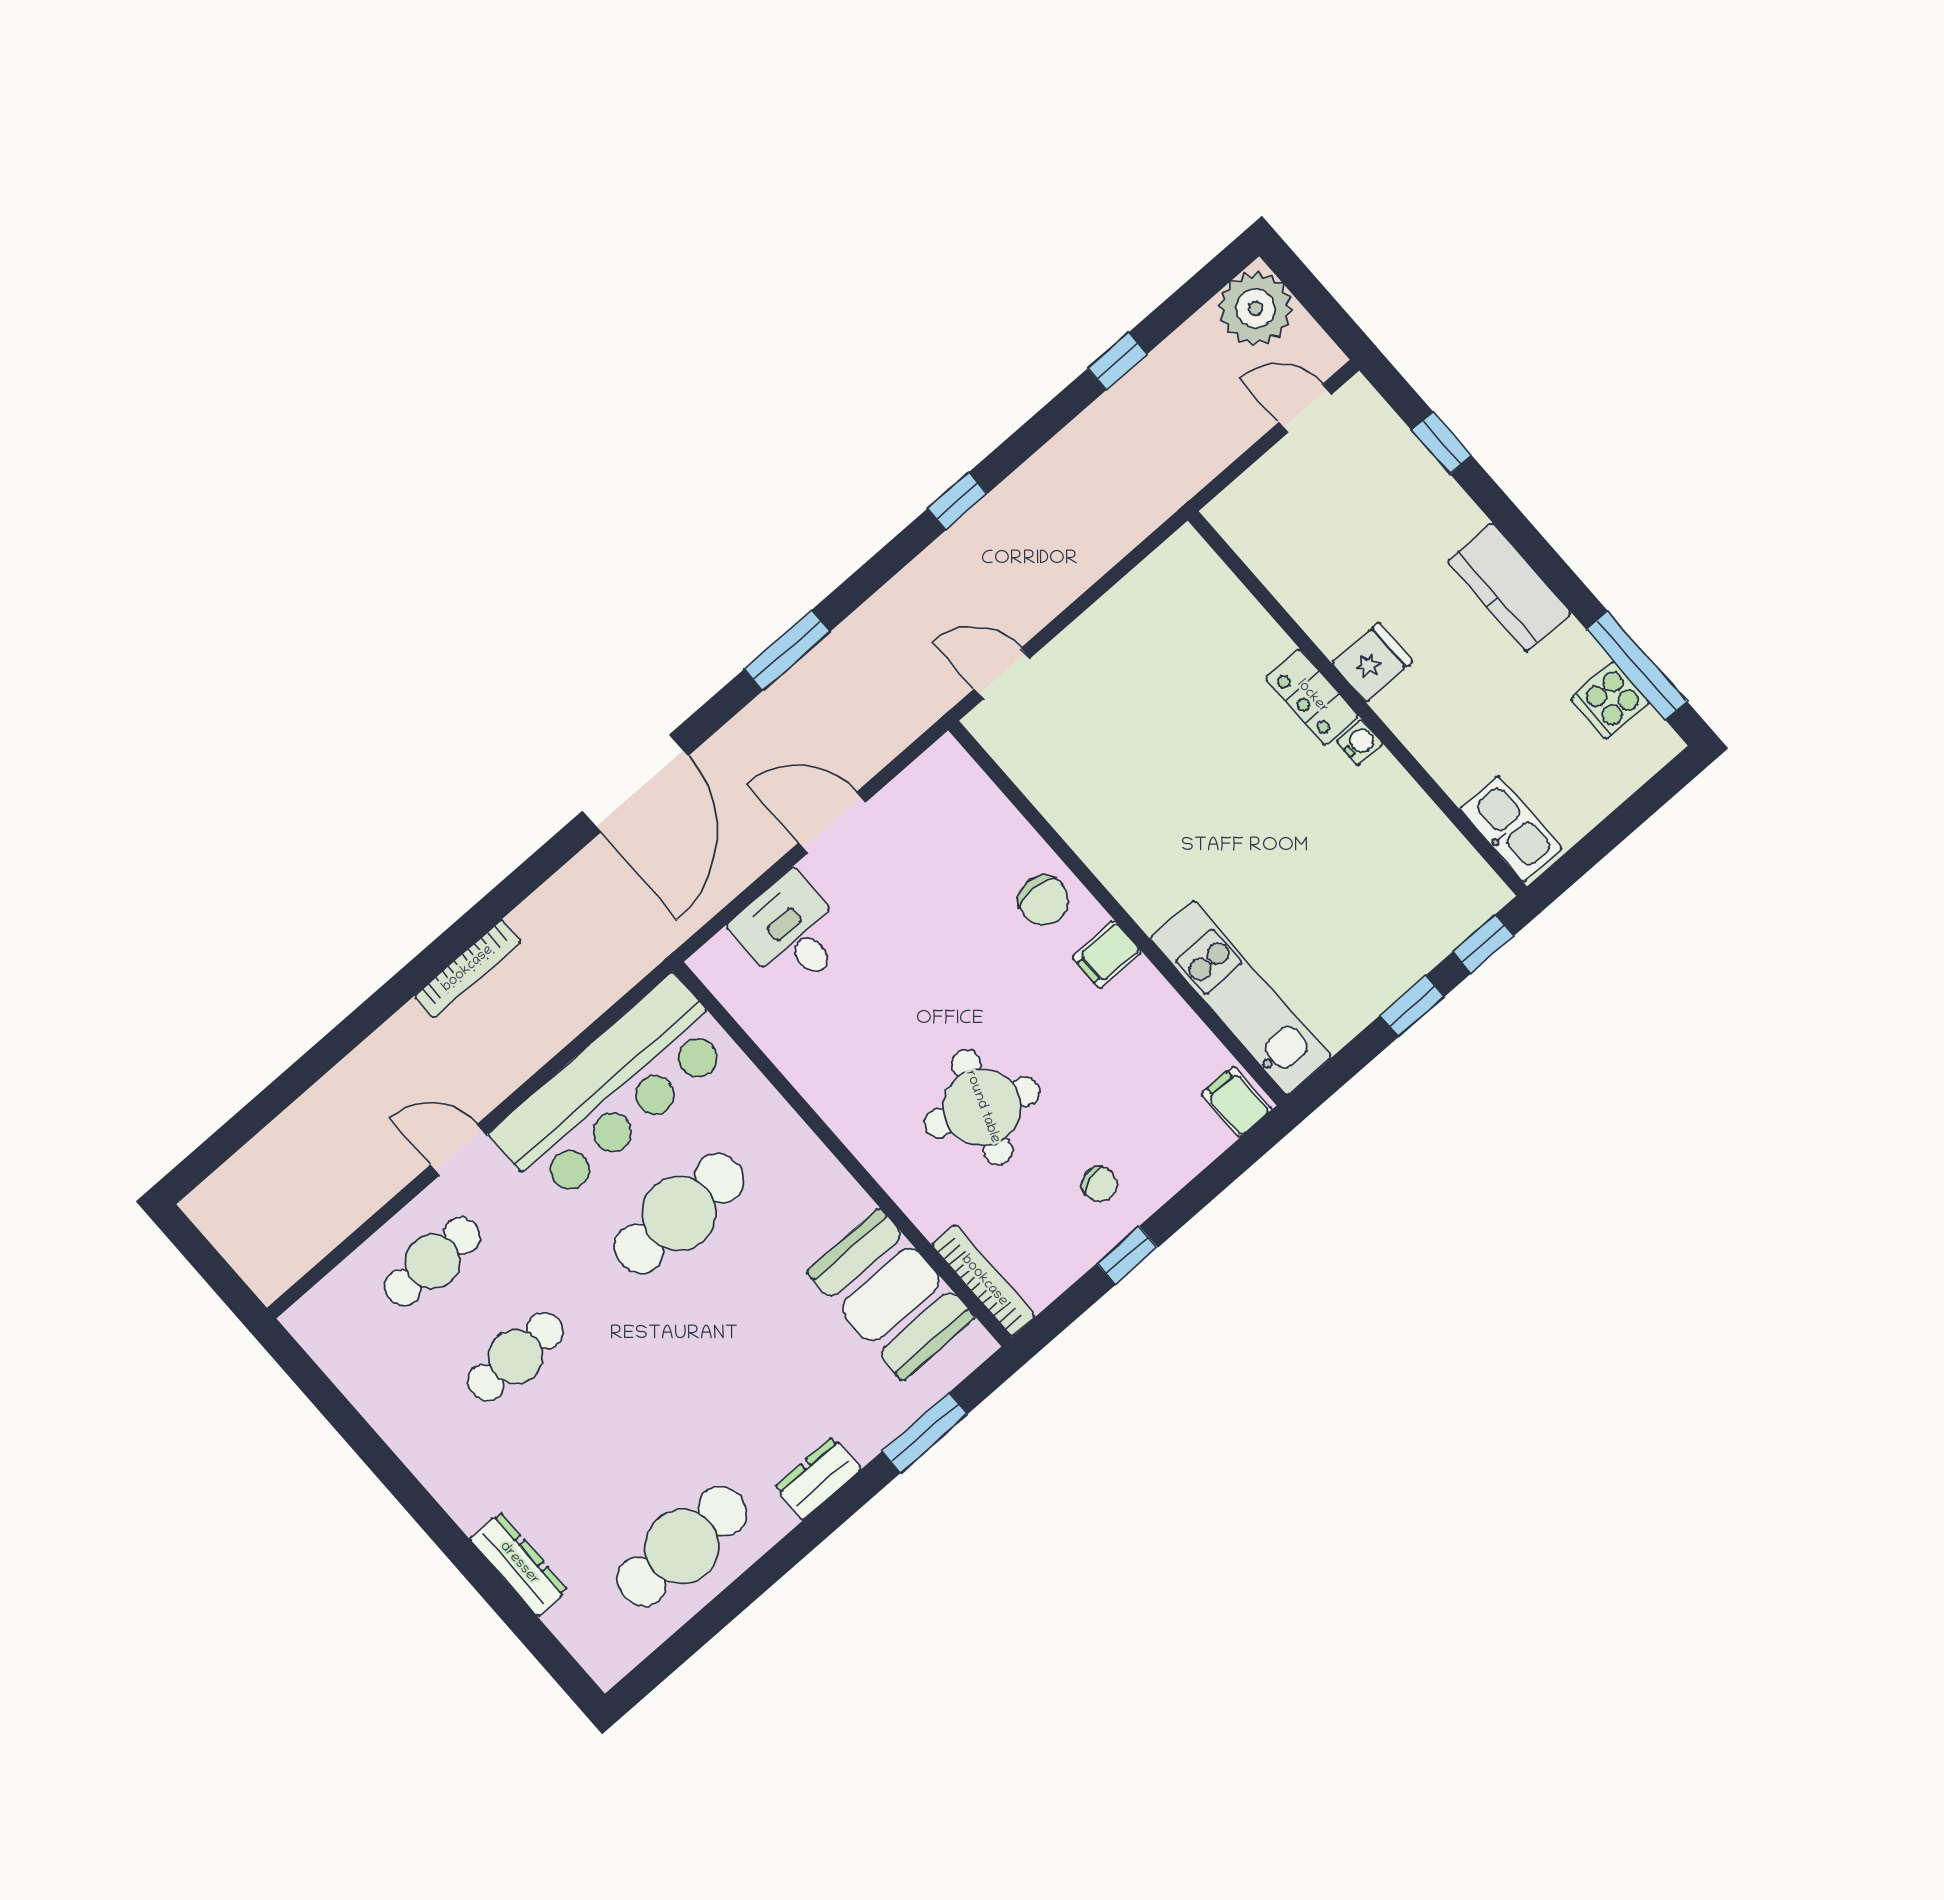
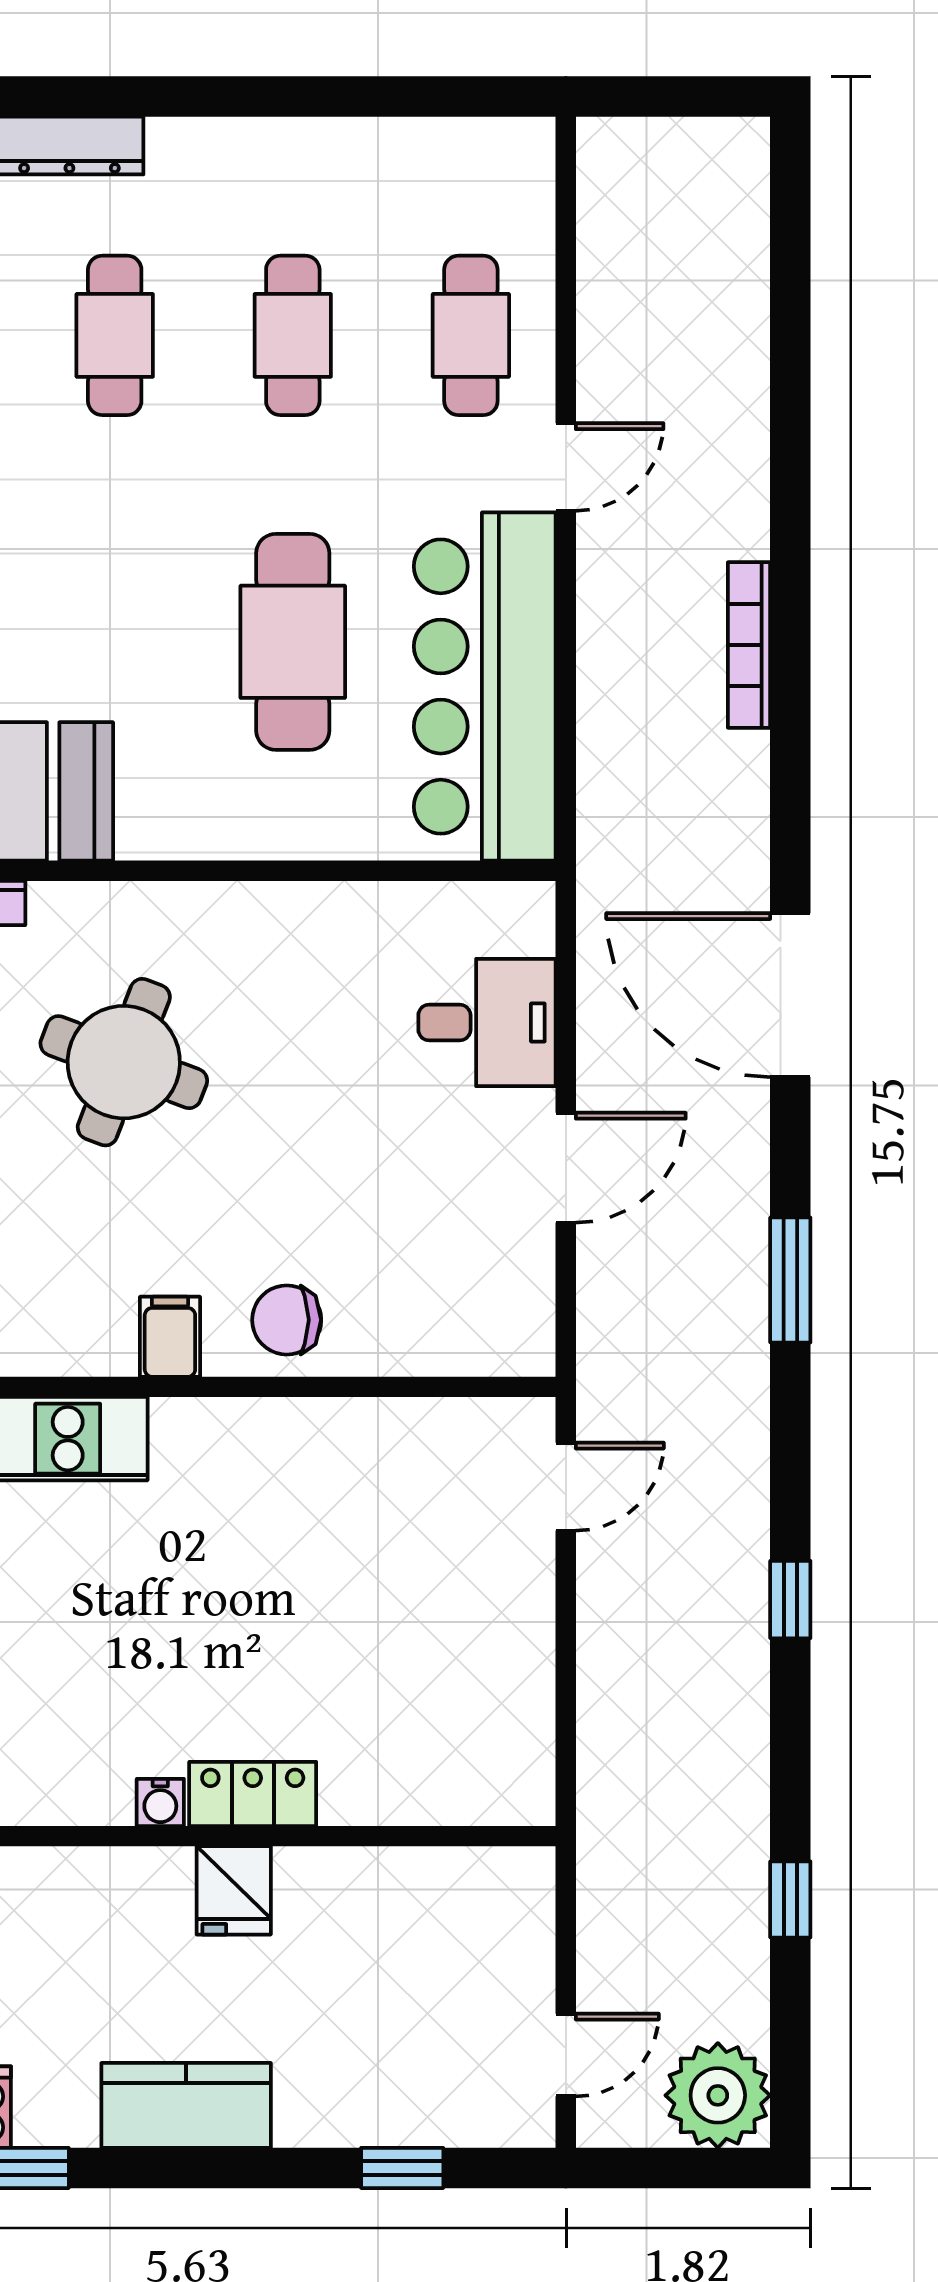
cafe table: (599, 1452) -> (115, 335), added

